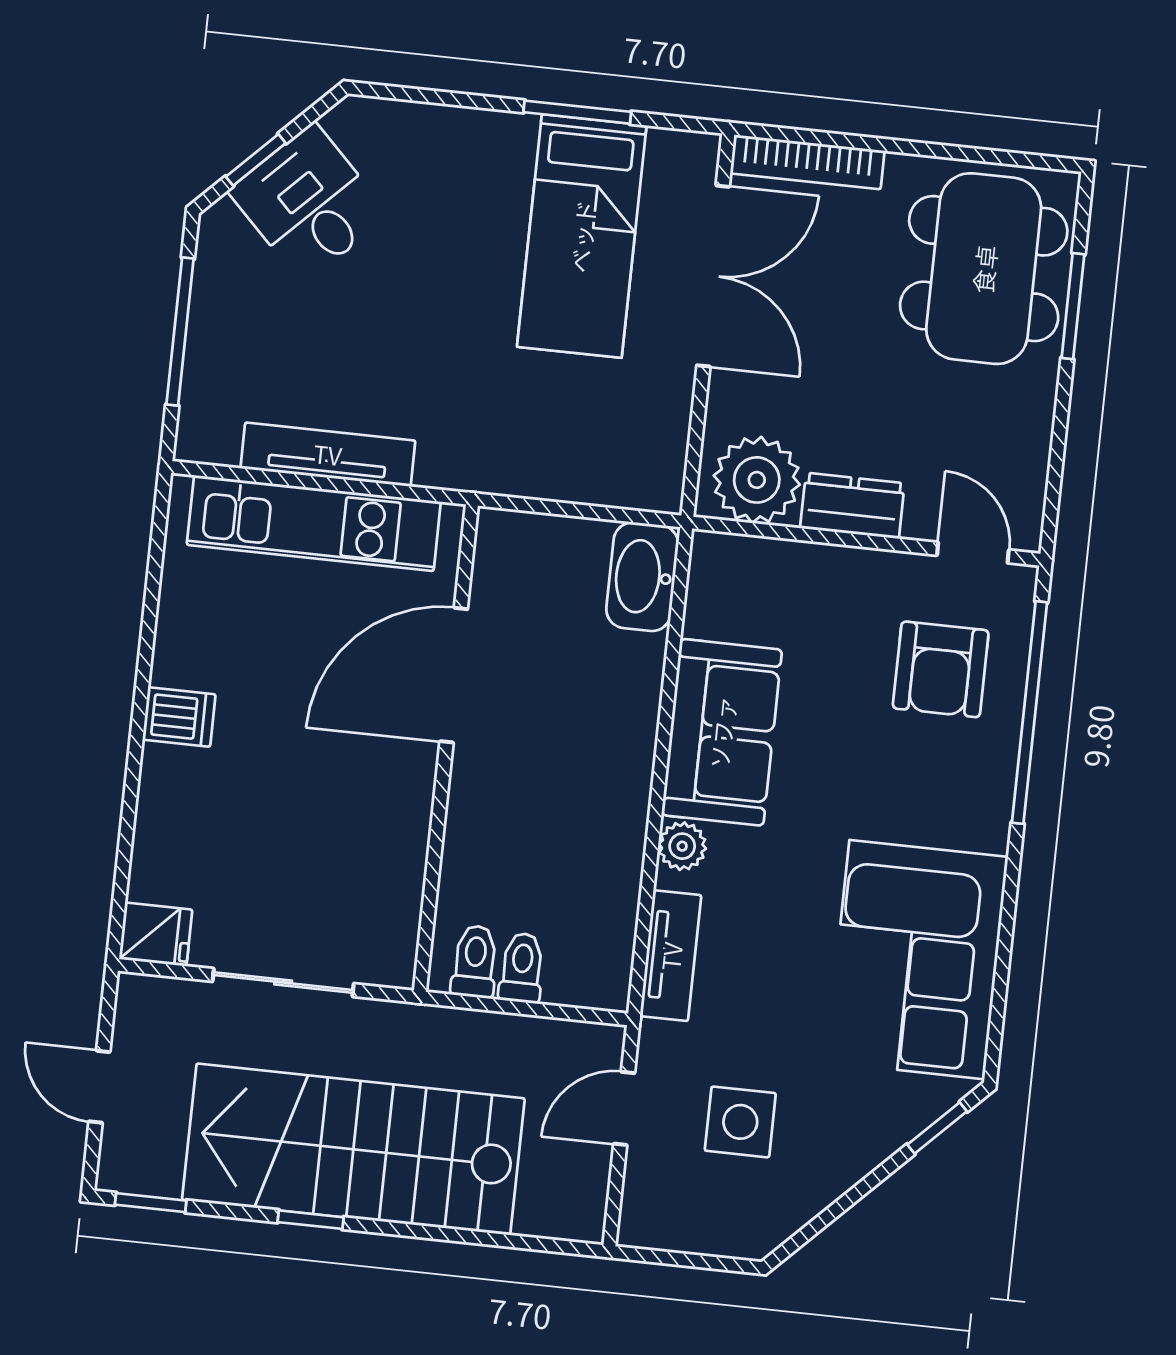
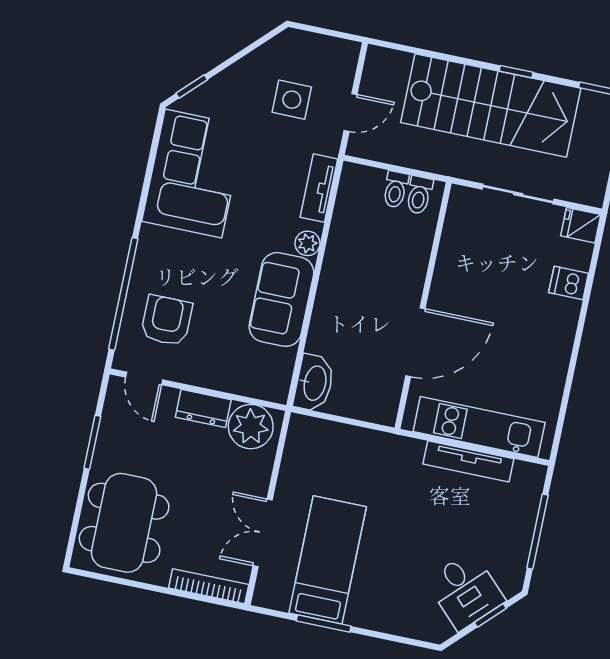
double door: (713, 276) -> (263, 533), width x0.73
window: (1073, 306) -> (92, 442), moved
dishwasher: (179, 717) -> (569, 283), moved

